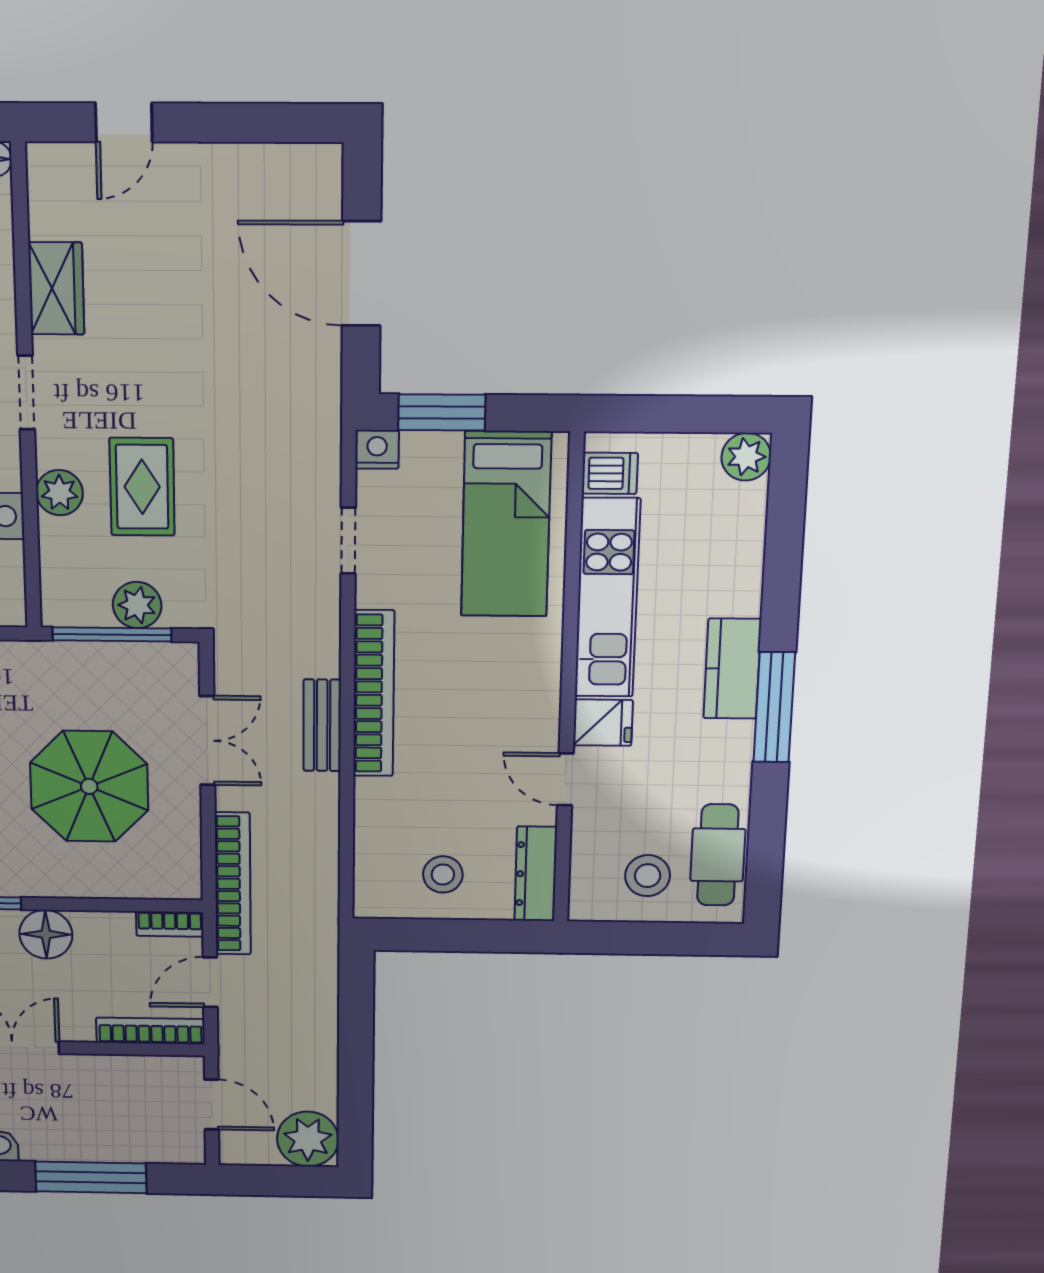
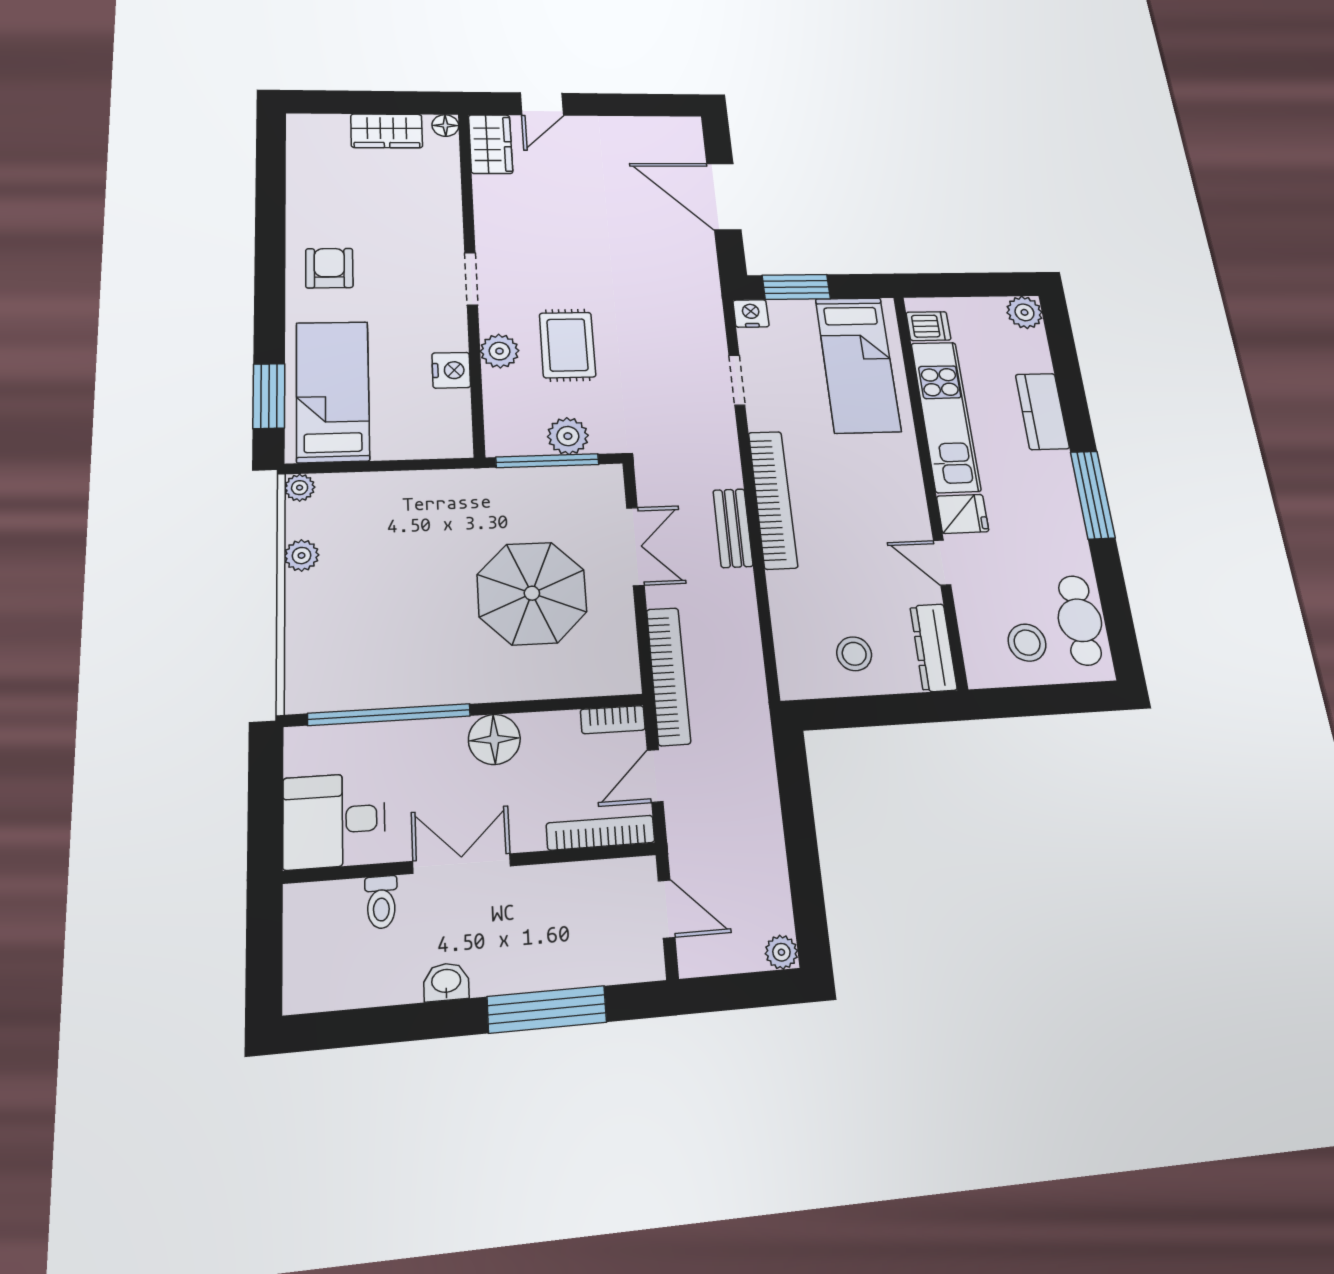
wardrobe: (56, 288) -> (491, 144), moved
kitchen counter: (732, 669) -> (1042, 411), moved
plant: (308, 1139) -> (781, 952), width x0.53, depth x0.53

